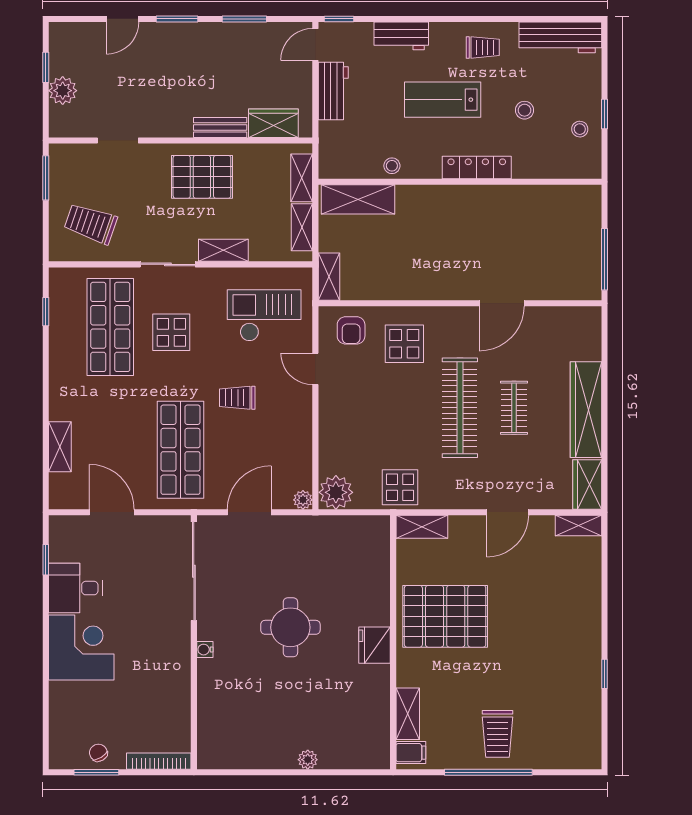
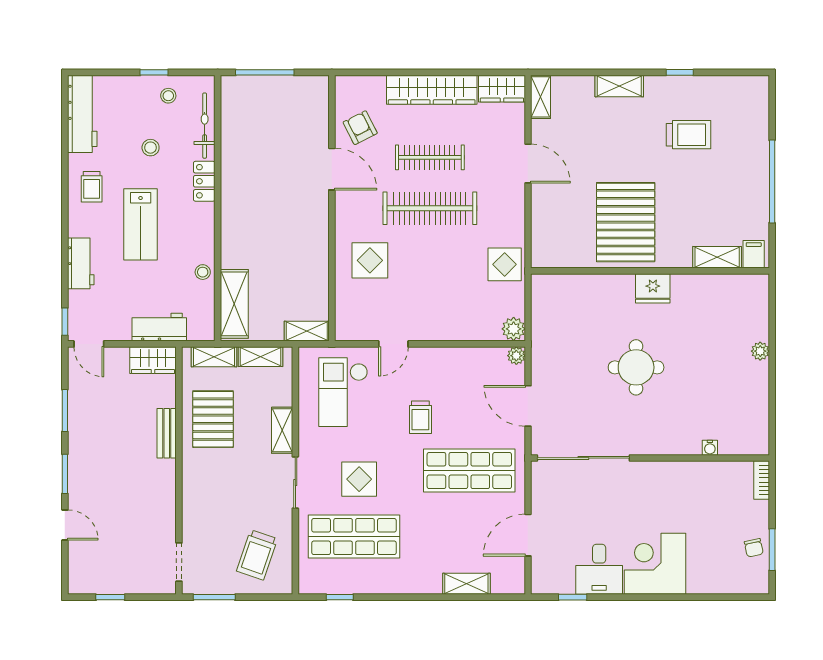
trolley: (483, 47) -> (92, 187), turned 180
plant: (63, 91) -> (132, 581), removed
workbench: (333, 91) -> (159, 327), moved
wardrobe: (273, 123) -> (153, 360), moved, turned -90
doorway: (118, 140) -> (179, 562), moved
locker: (477, 167) -> (204, 181), width x0.66
bicycle: (548, 168) -> (205, 126), added
pallet: (202, 177) -> (213, 419), moved
window: (605, 259) -> (265, 72), moved
armchair: (351, 330) -> (360, 128), moved, turned -117
clothes rail: (514, 408) -> (430, 157), width x1.36
plant: (336, 492) -> (514, 329), width x0.73, depth x0.73
shelving: (422, 527) -> (619, 86), moved, turned 90
water cooler: (205, 650) -> (710, 448), moved
trolley: (497, 734) -> (689, 135), moved
chair: (98, 753) -> (754, 548), turned -71
bookcase: (159, 761) -> (762, 480), width x0.64

